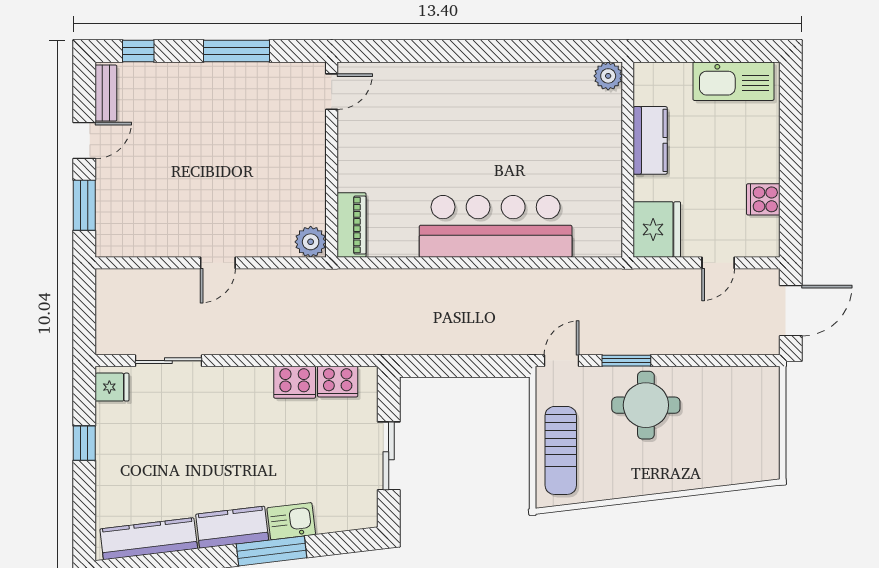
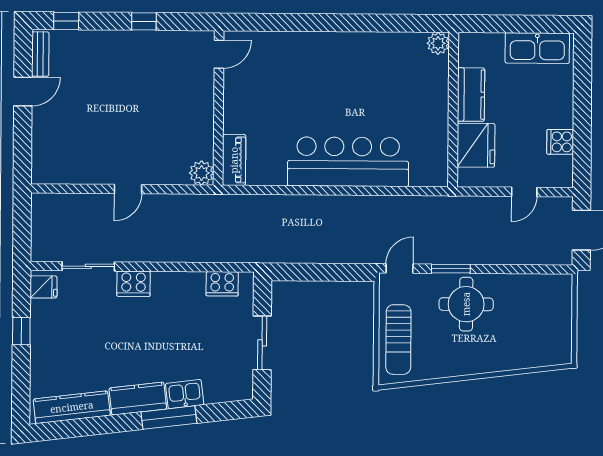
window: (237, 51) -> (144, 21), width x0.46
window: (84, 205) -> (23, 143), removed
fridge: (657, 229) -> (476, 145), moved
cooker: (295, 382) -> (134, 284), moved

